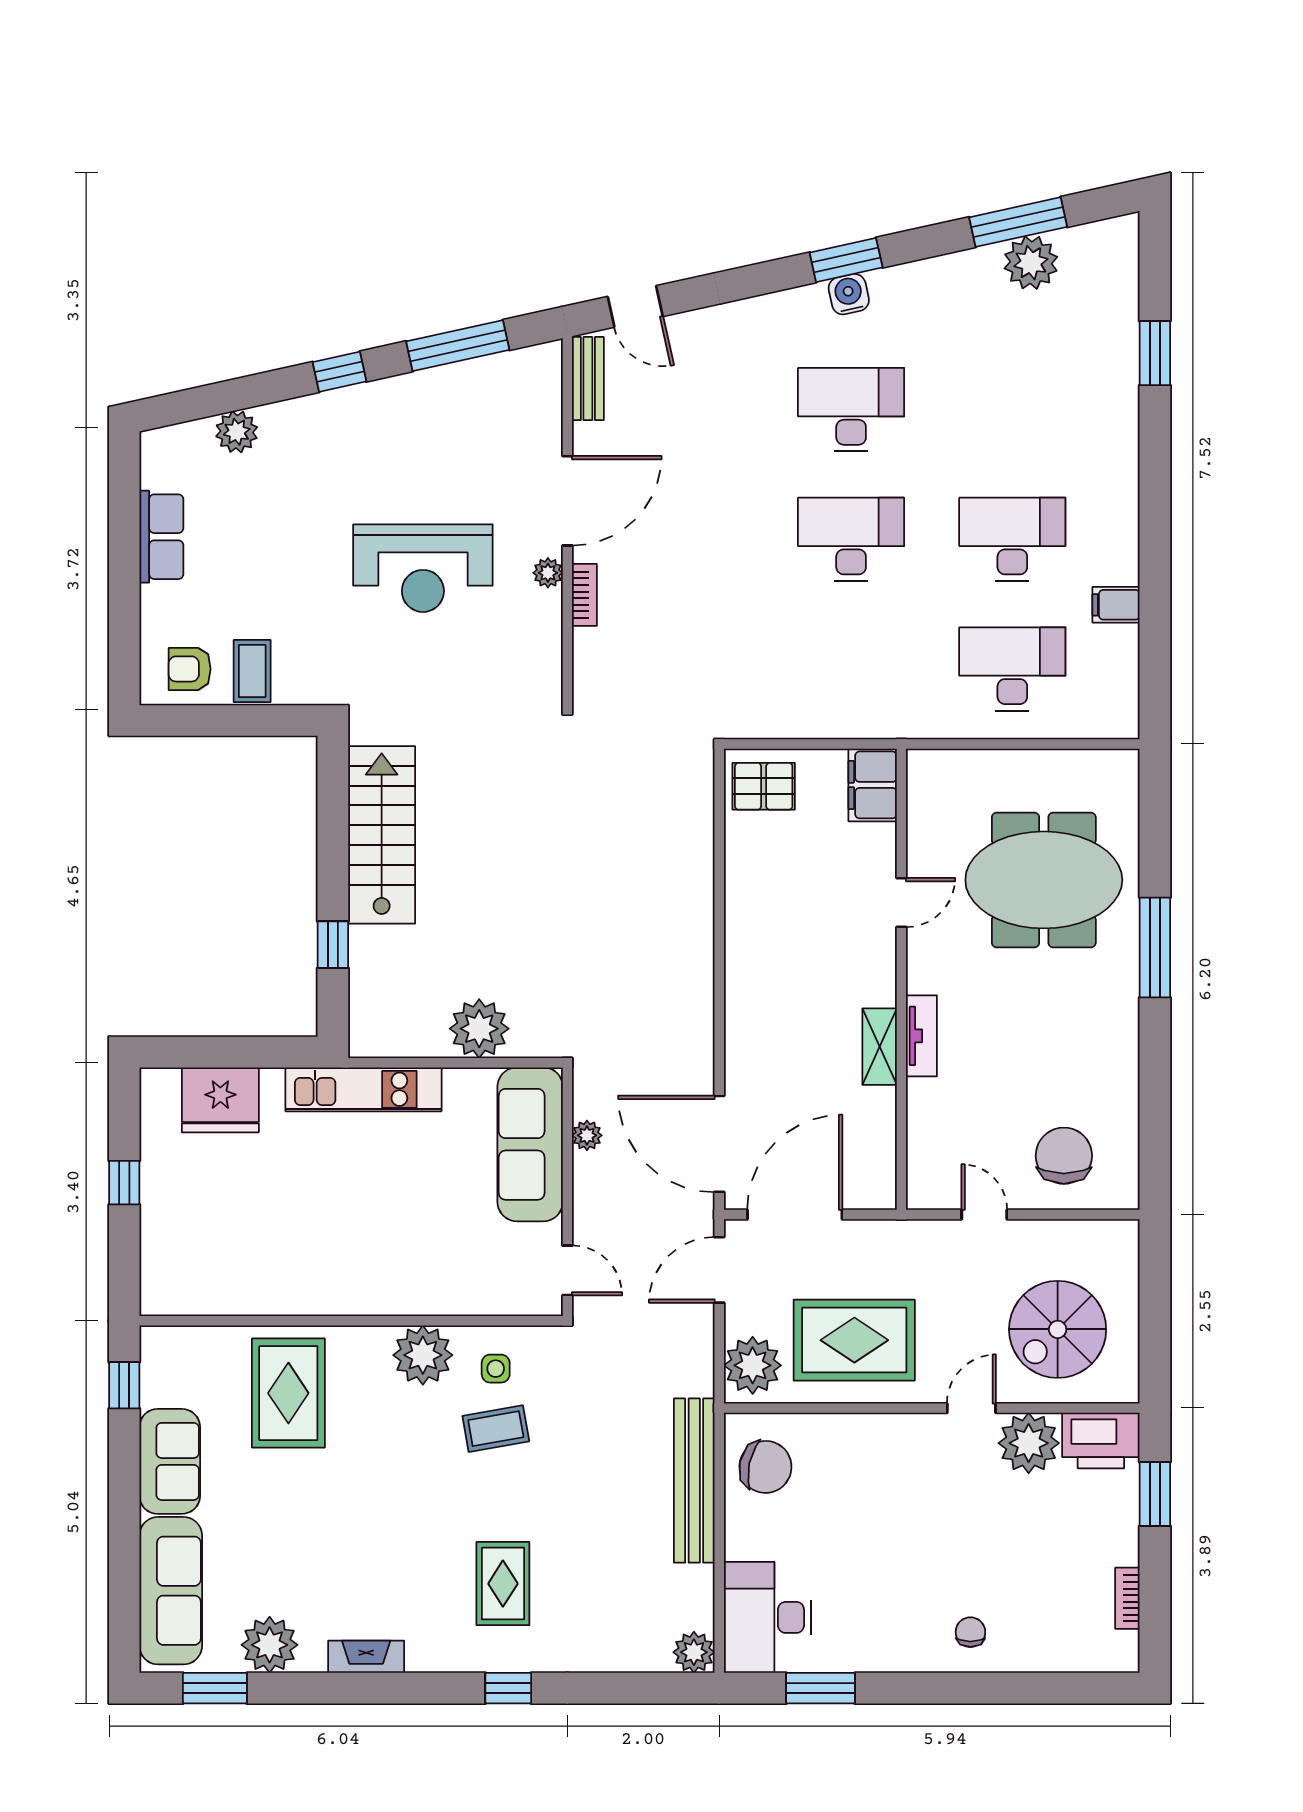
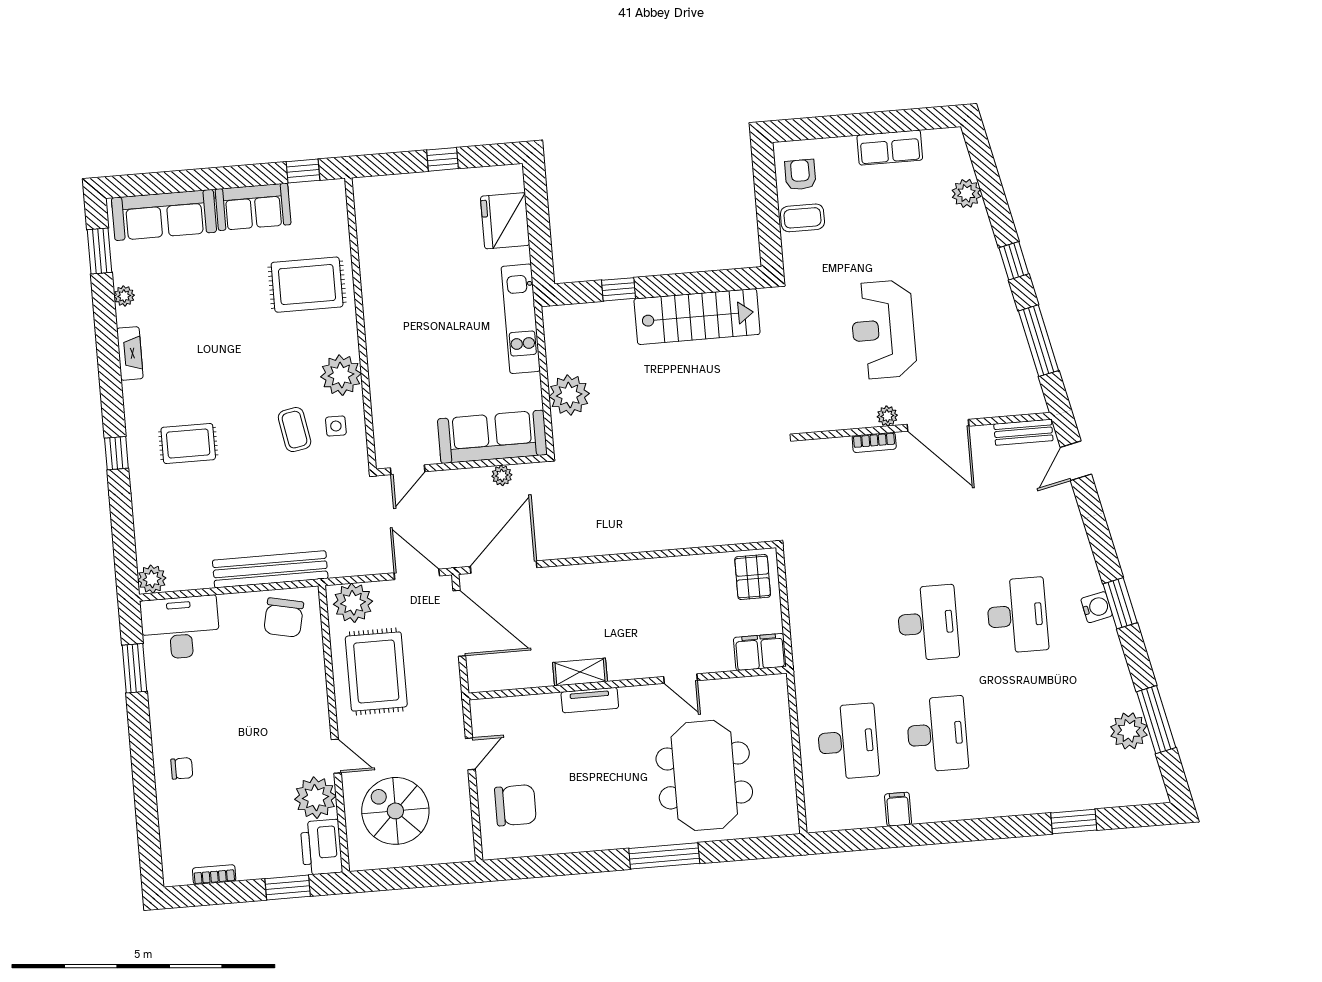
plant: (270, 1645) -> (124, 296), width x0.53, depth x0.53

